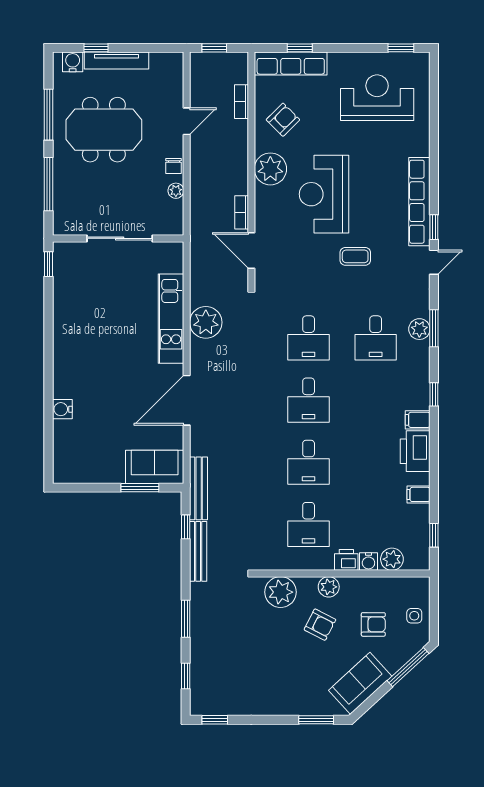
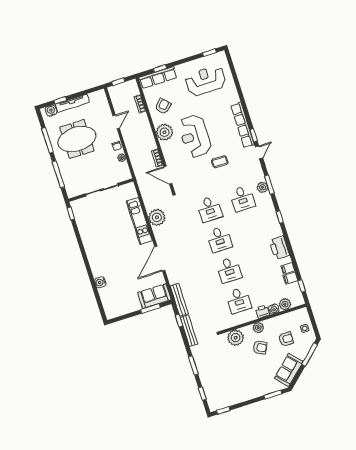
filing cabinet: (418, 420) -> (290, 278), moved

